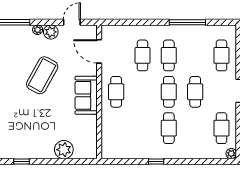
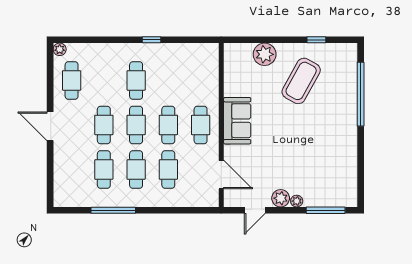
cafe table: (221, 55) -> (104, 169), moved
coffee table: (42, 75) -> (301, 81), moved
cafe table: (142, 92) -> (168, 125), added

